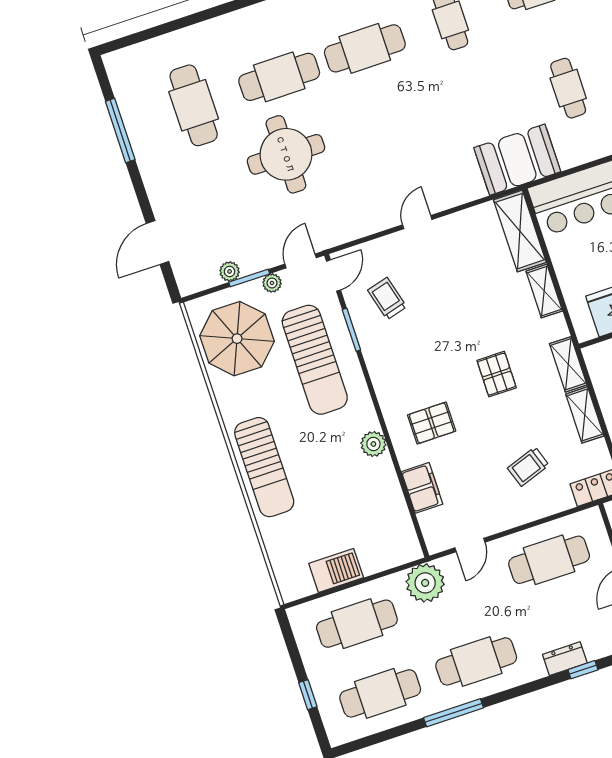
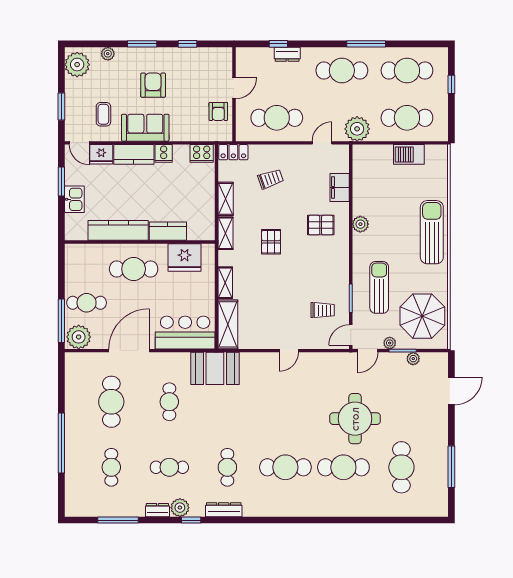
trolley: (387, 299) -> (323, 310), turned -75
sun lounger: (315, 360) -> (379, 287), width x0.73, depth x0.75

